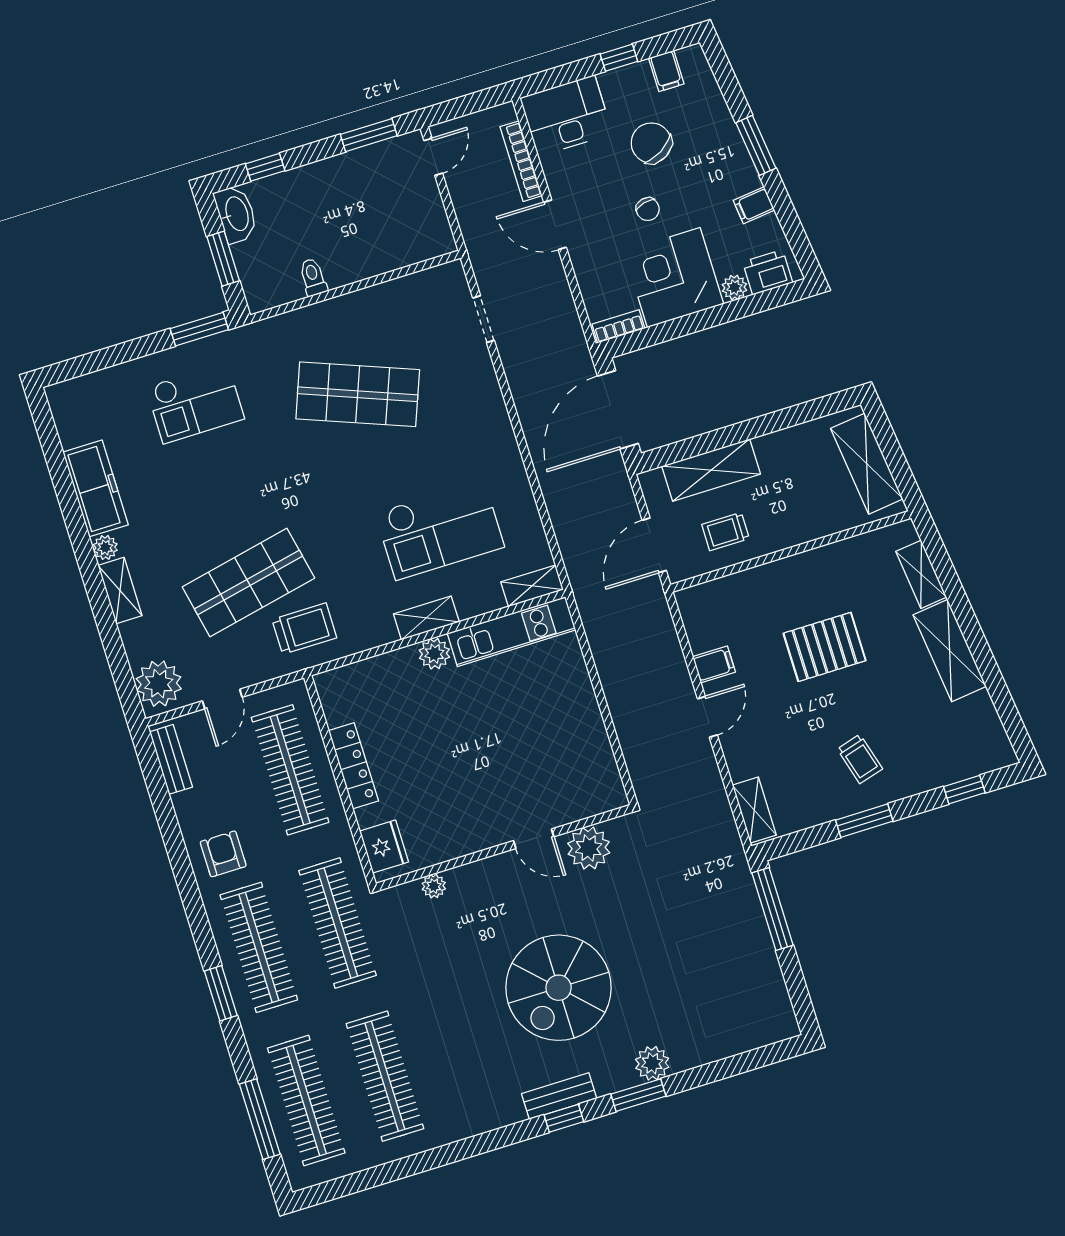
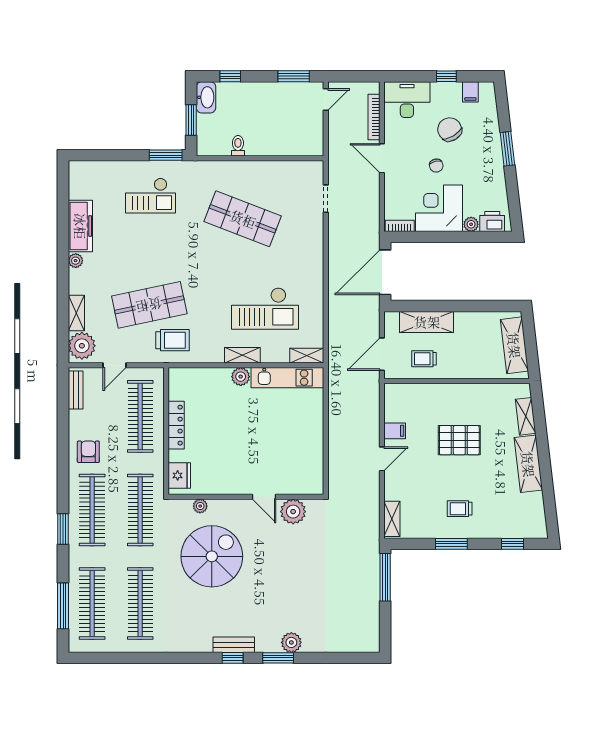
filing cabinet: (754, 205) -> (496, 182), removed
shelving: (120, 590) -> (76, 313), moved
trolley: (860, 759) -> (460, 509), turned 106
spiral stairs: (559, 988) -> (212, 556), moved, turned 180

